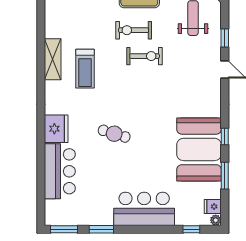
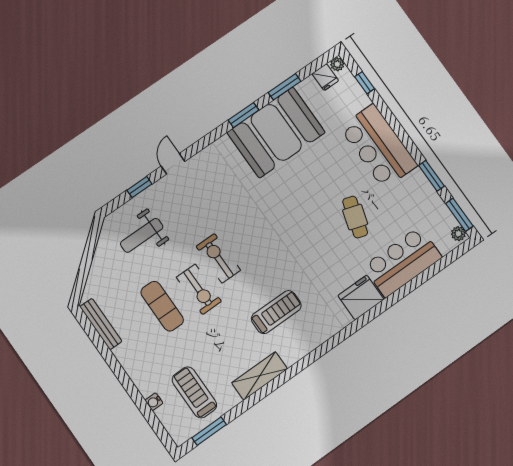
shelving: (53, 59) -> (260, 376), moved
cafe table: (114, 134) -> (355, 217), moved
window: (225, 136) -> (244, 115), width x1.50
plant: (52, 220) -> (458, 234), added

